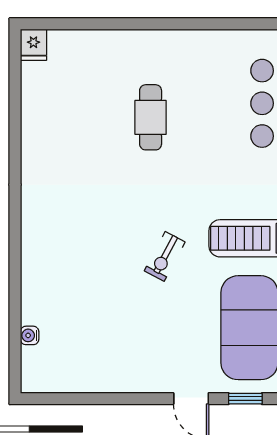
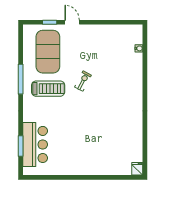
cafe table: (151, 117) -> (89, 139), removed

